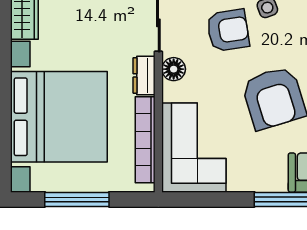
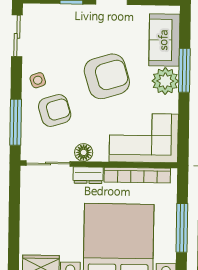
armchair: (228, 30) -> (55, 110), turned 82
plant: (269, 175) -> (165, 81), added

